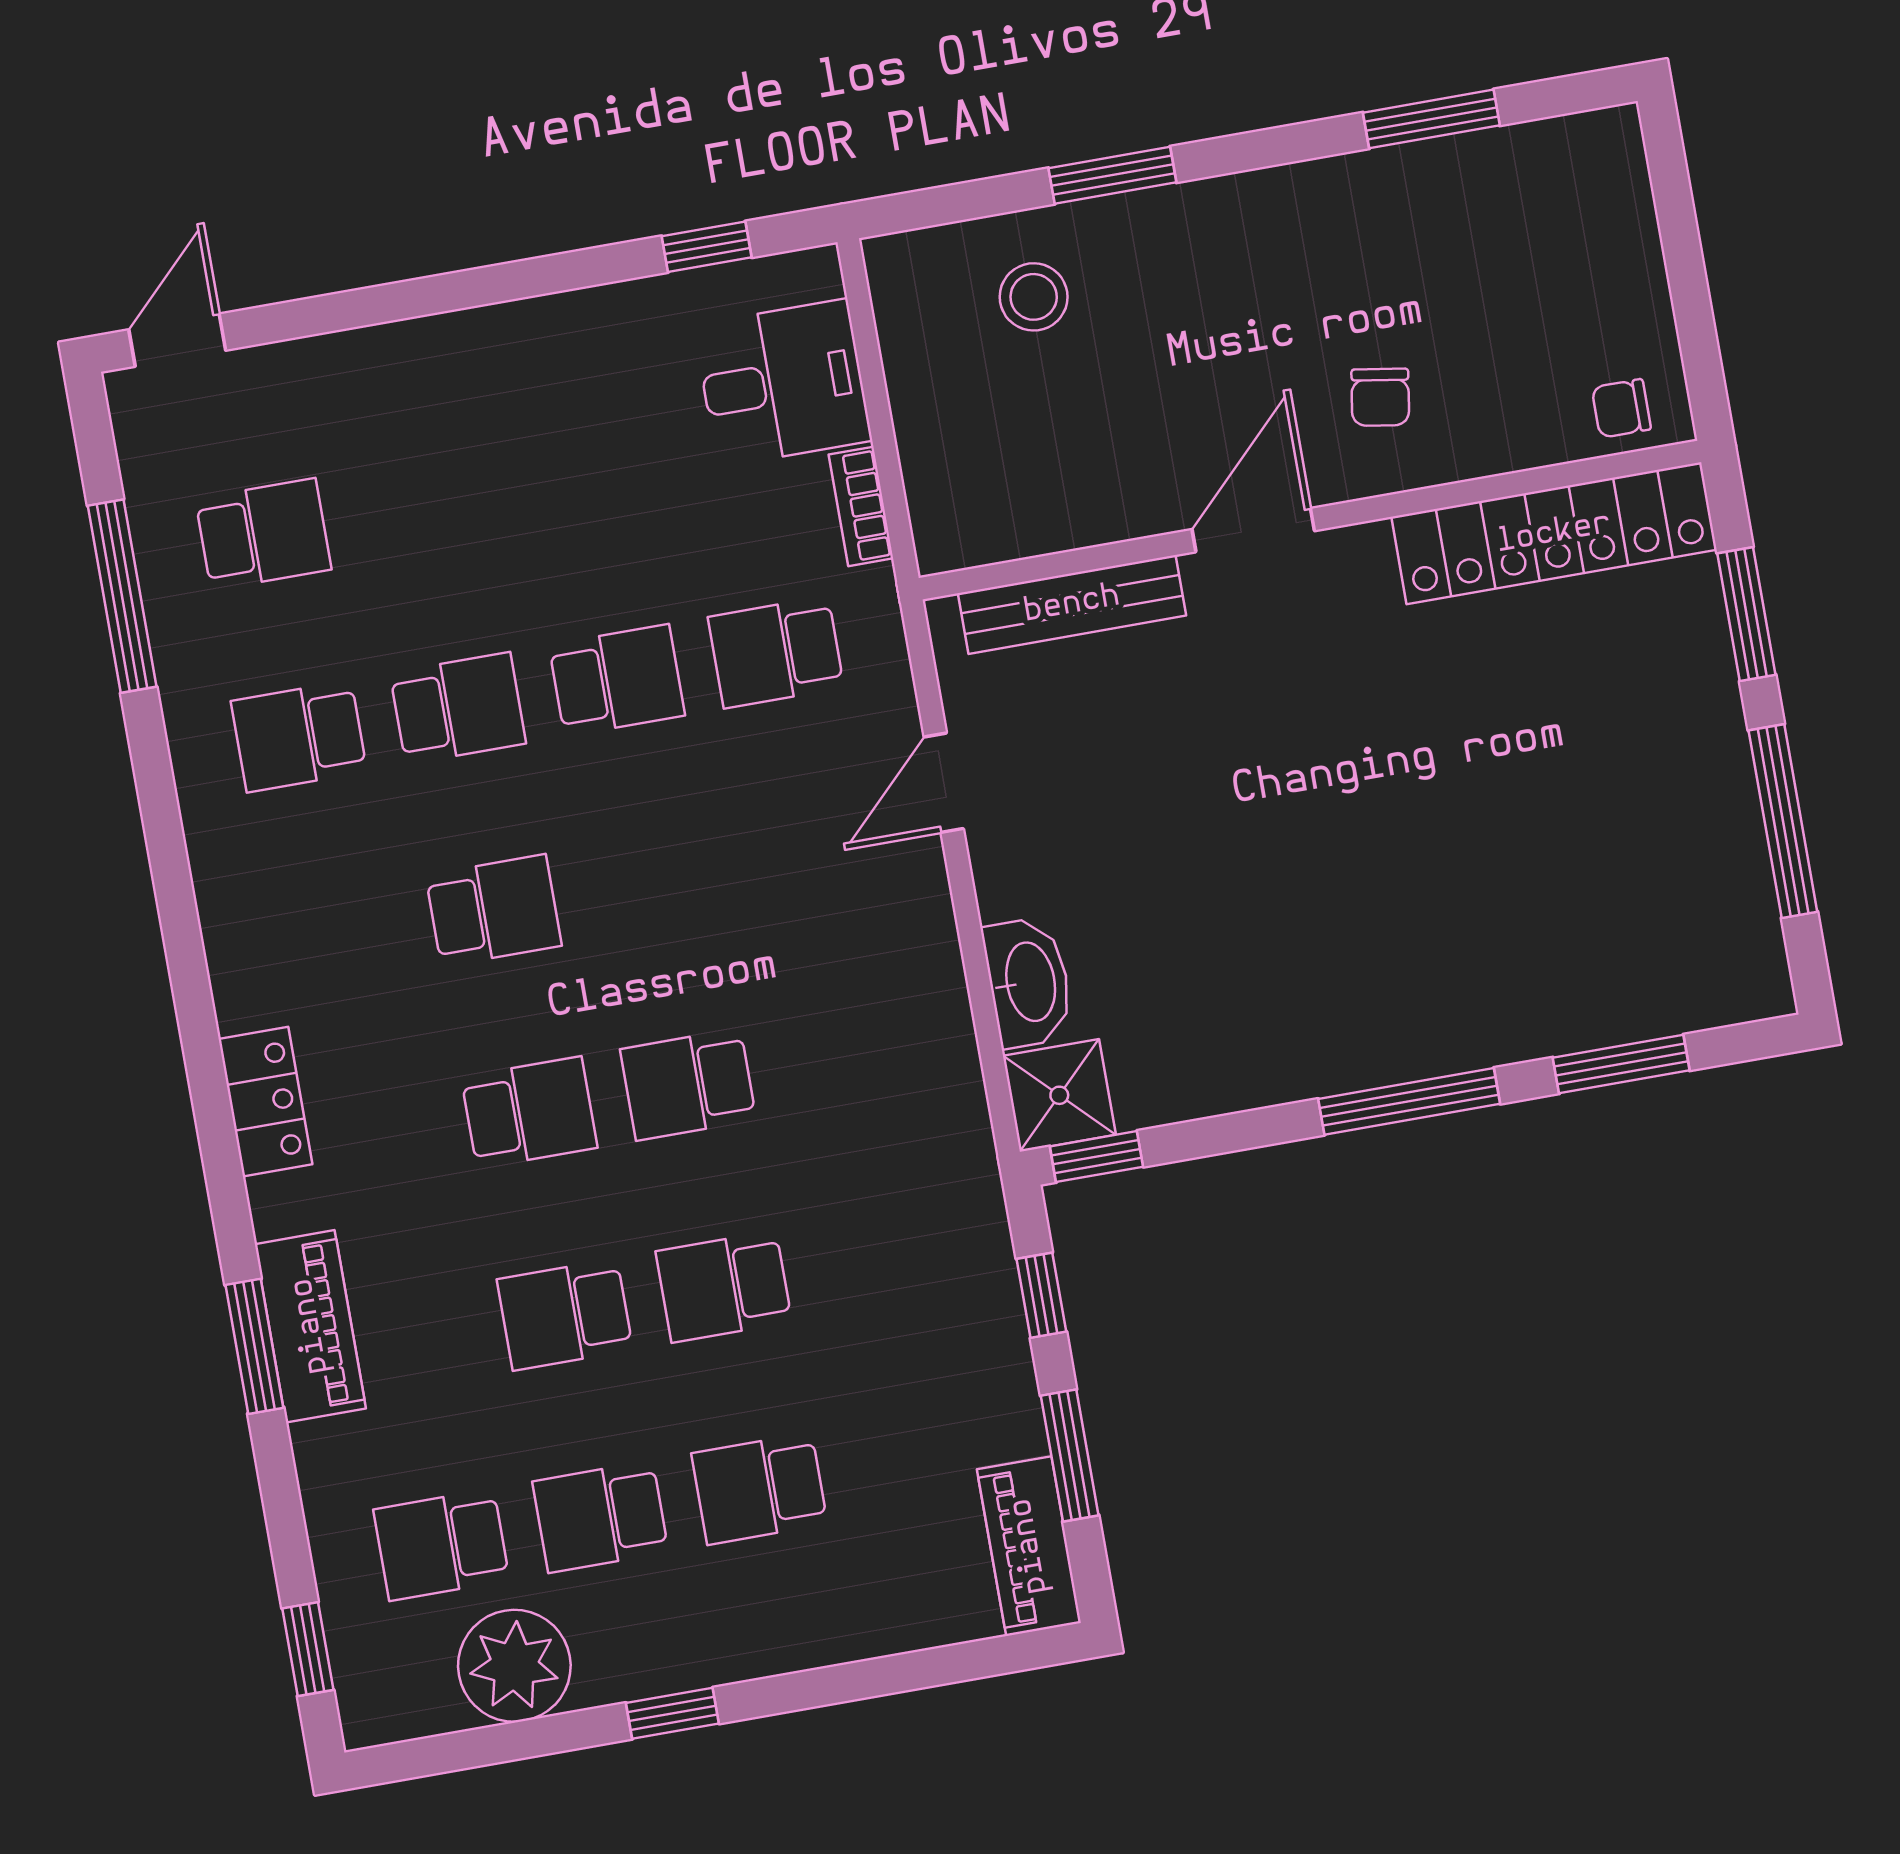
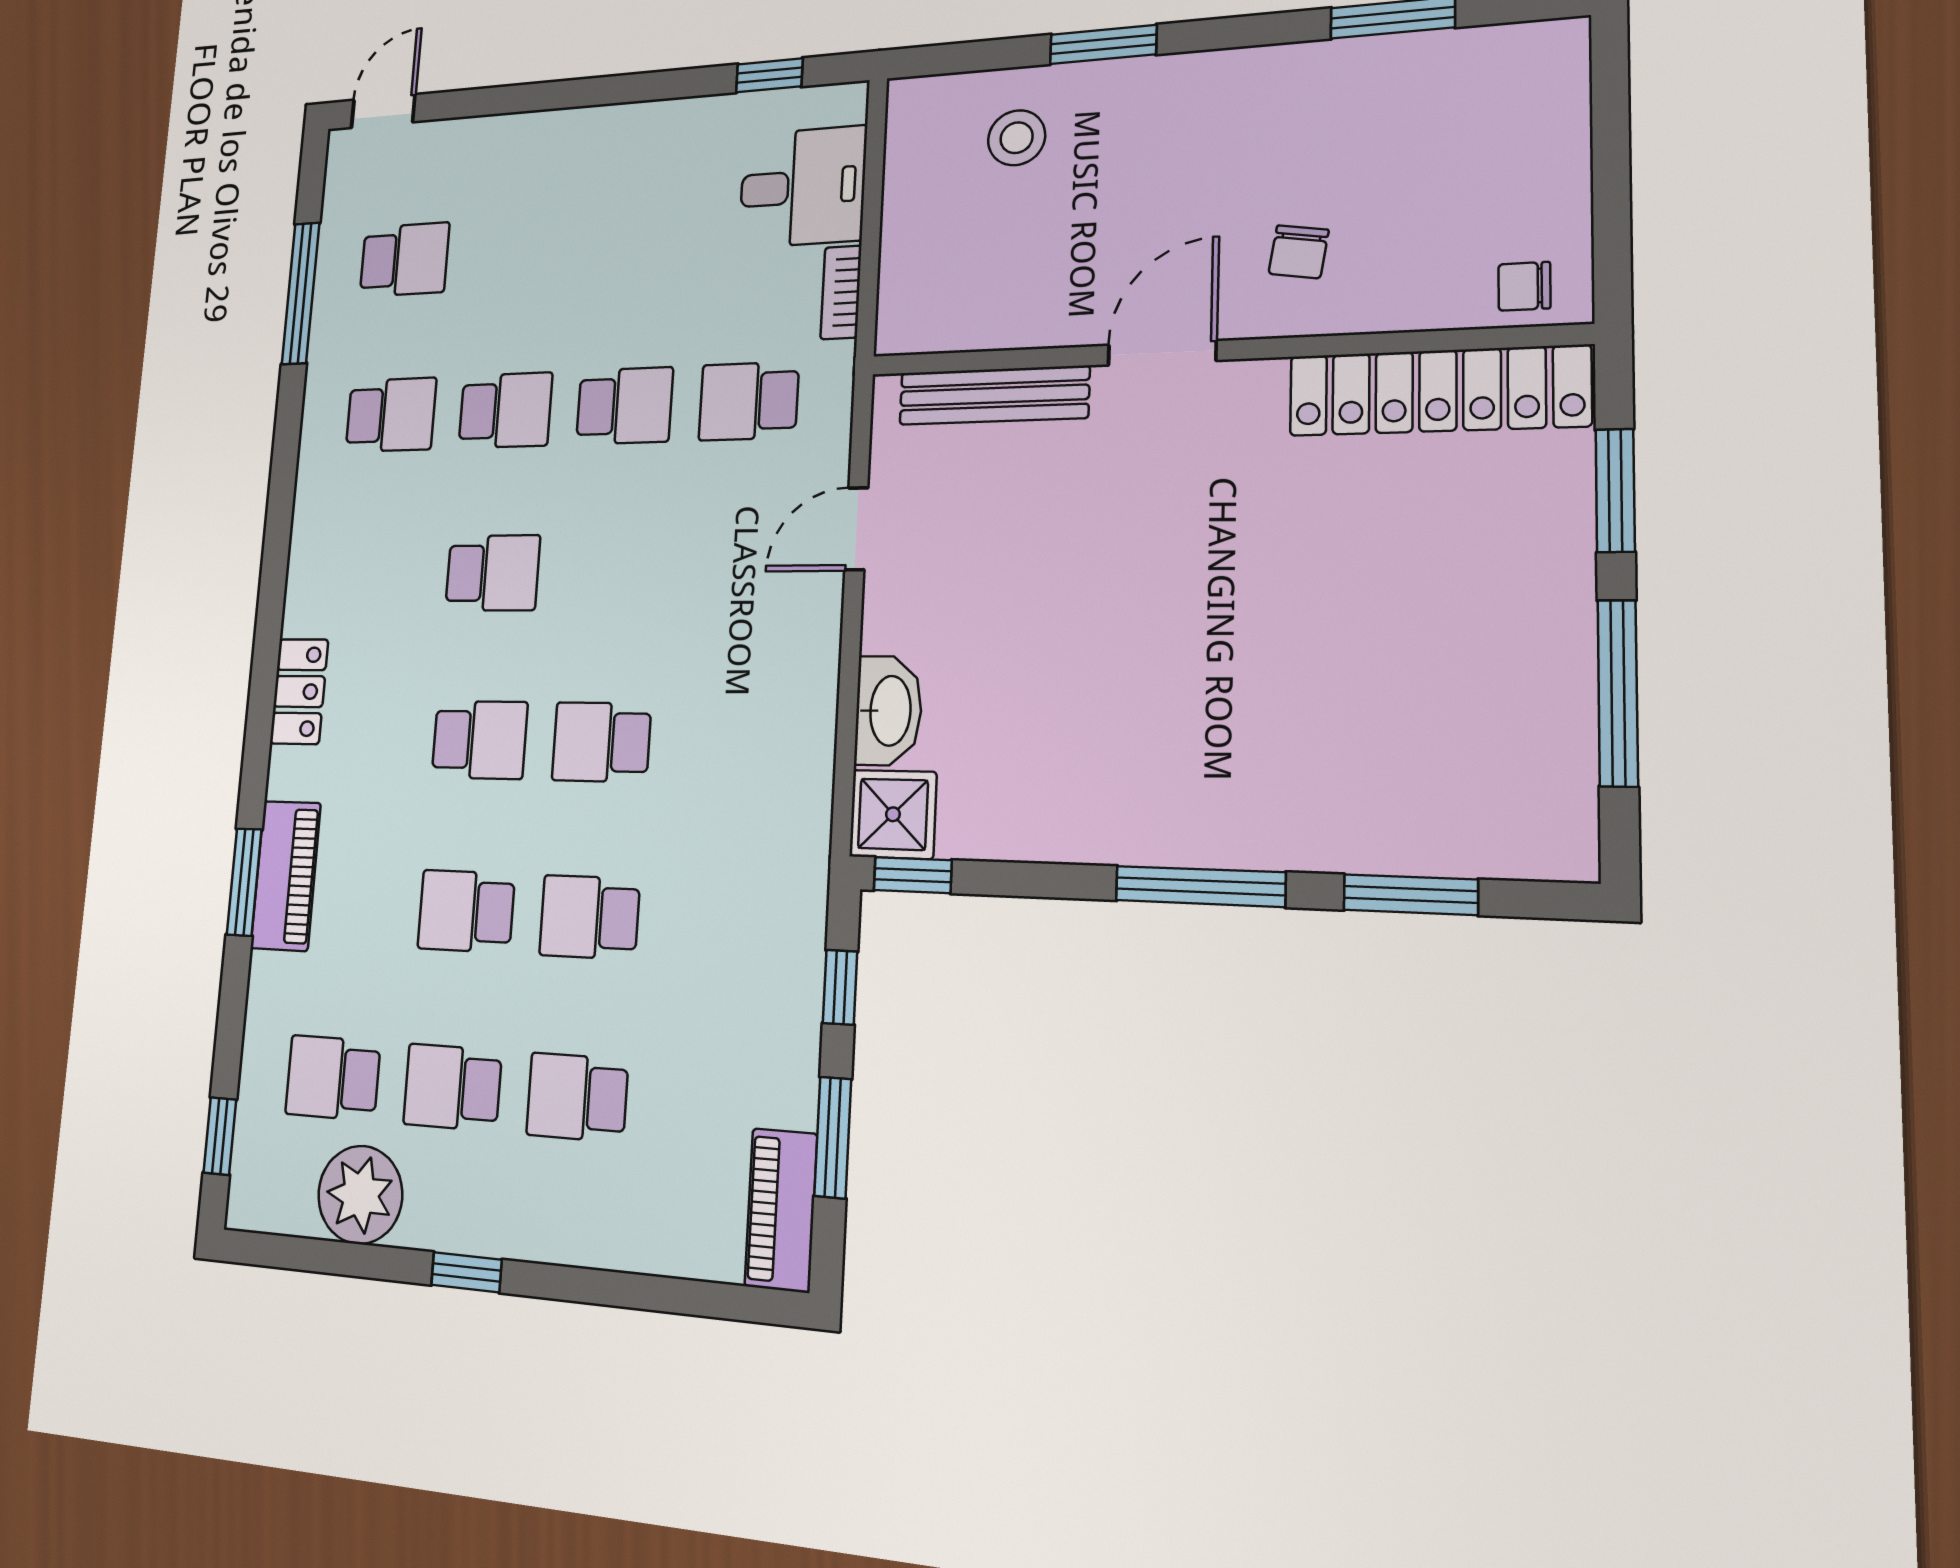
school desk: (299, 736) -> (391, 415), turned 180

